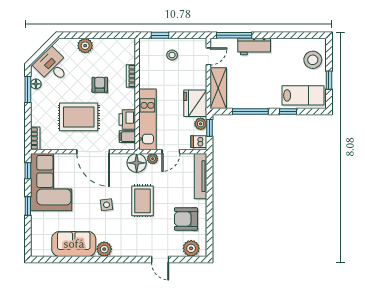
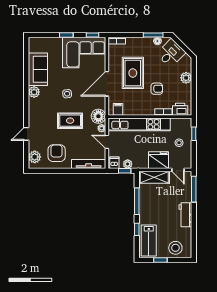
workbench: (254, 46) -> (185, 215), moved
fridge: (195, 103) -> (158, 160), moved
kitchen unit: (147, 119) -> (139, 124), width x1.36
printer: (127, 120) -> (180, 109), moved

